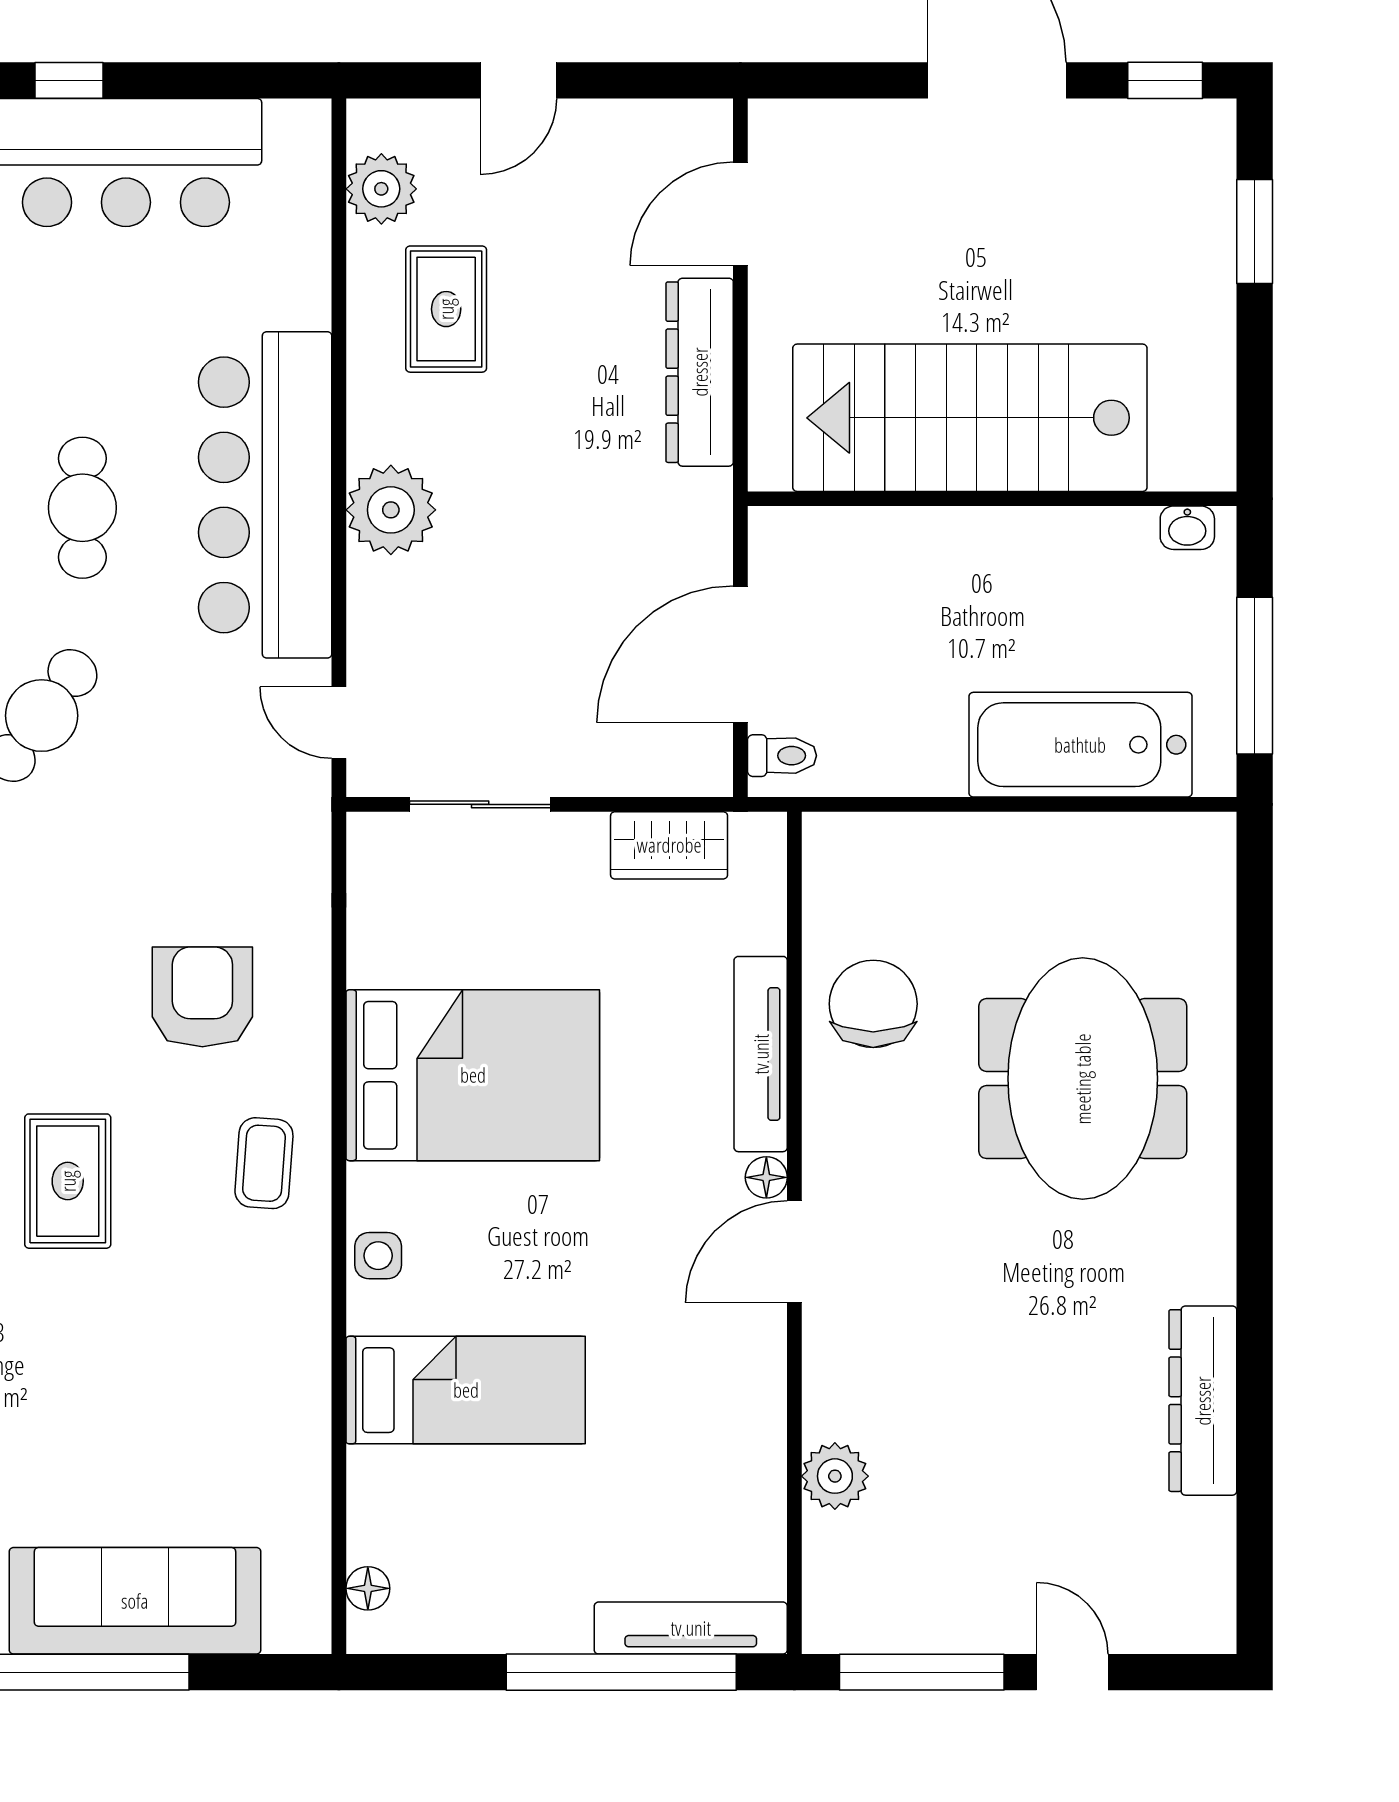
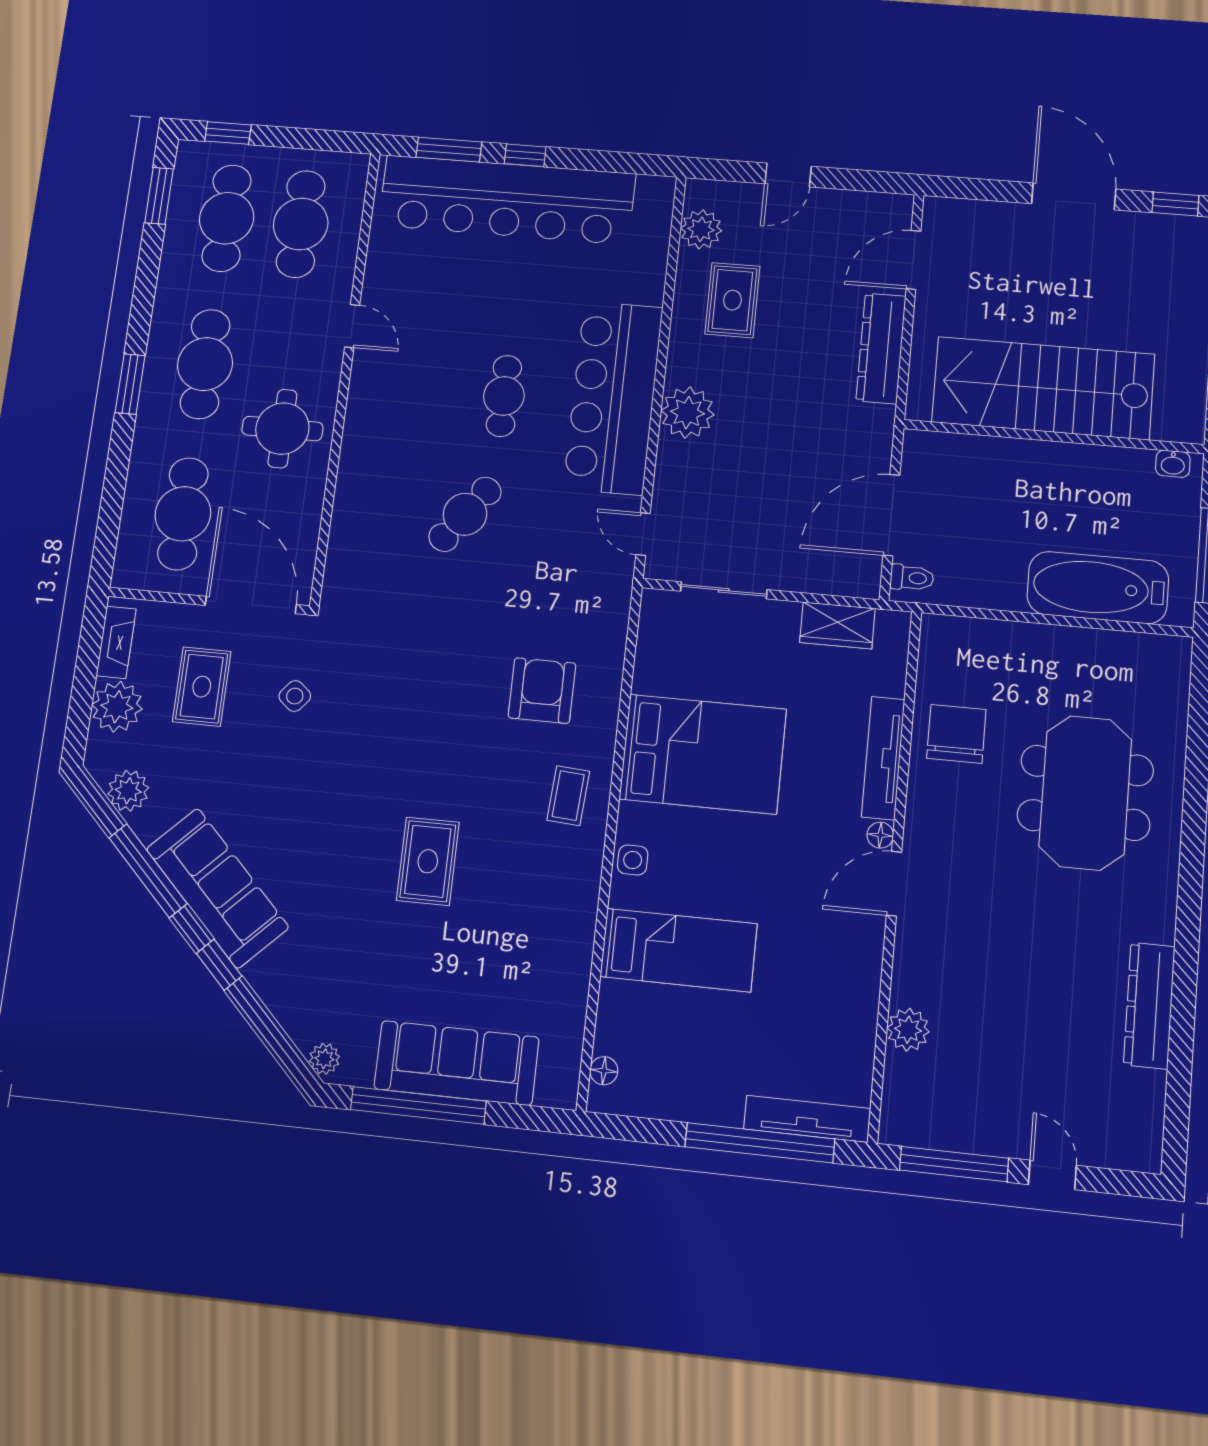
rug: (68, 1181) -> (428, 861), moved

